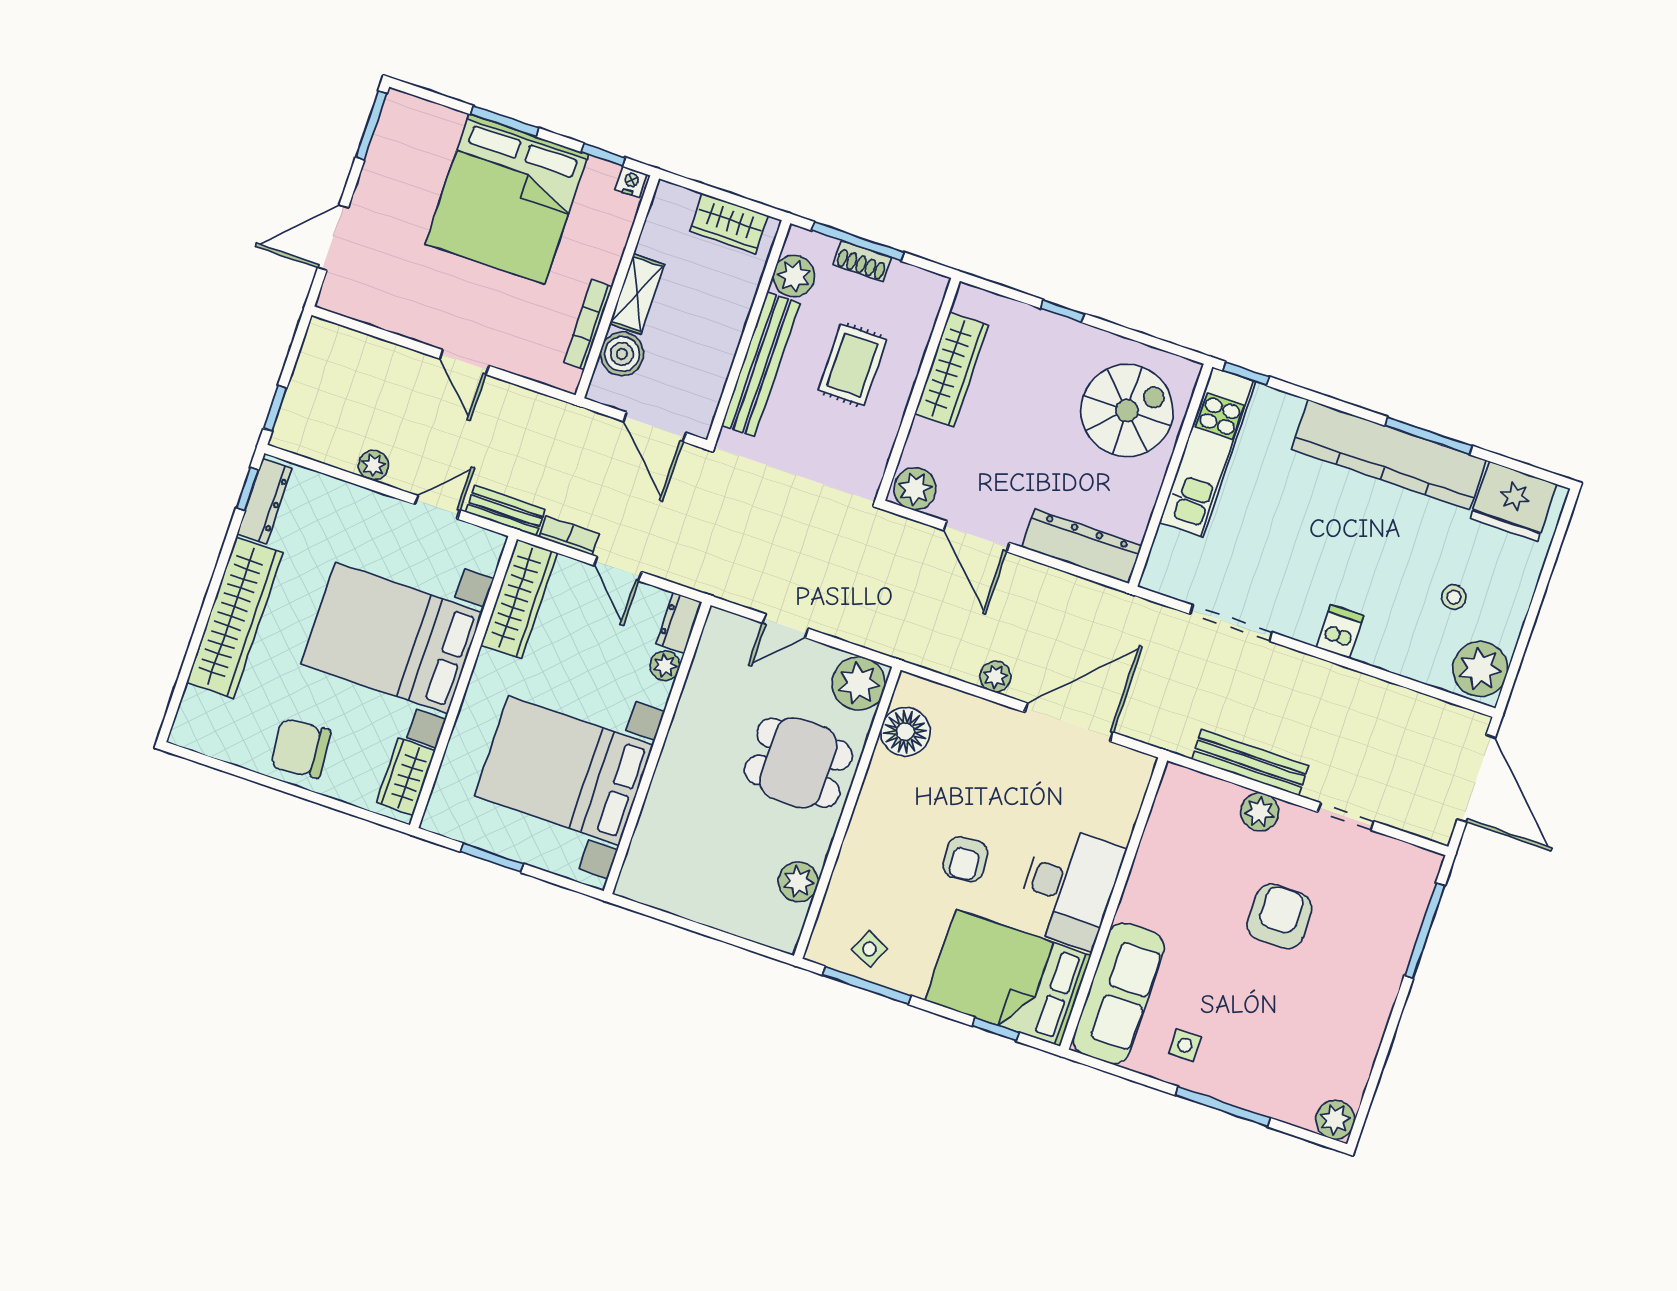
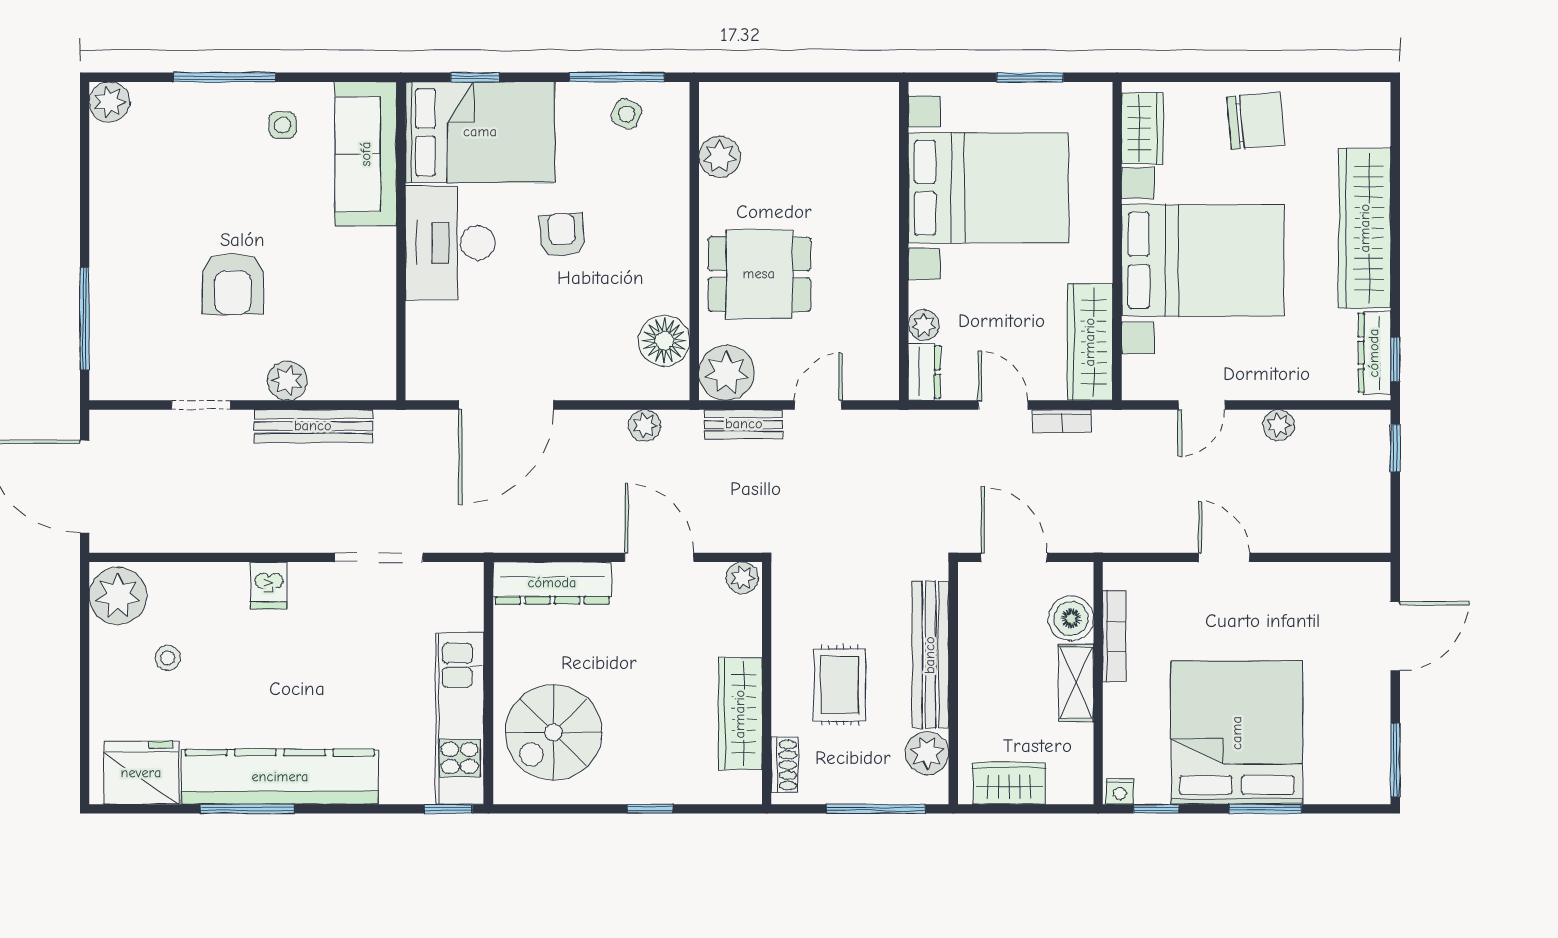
shoe rack: (862, 261) -> (785, 765), moved, turned 90
plant: (915, 489) -> (742, 578), width x0.73, depth x0.73
bench: (505, 511) -> (744, 424), moved
plant: (995, 676) -> (645, 426), moved

